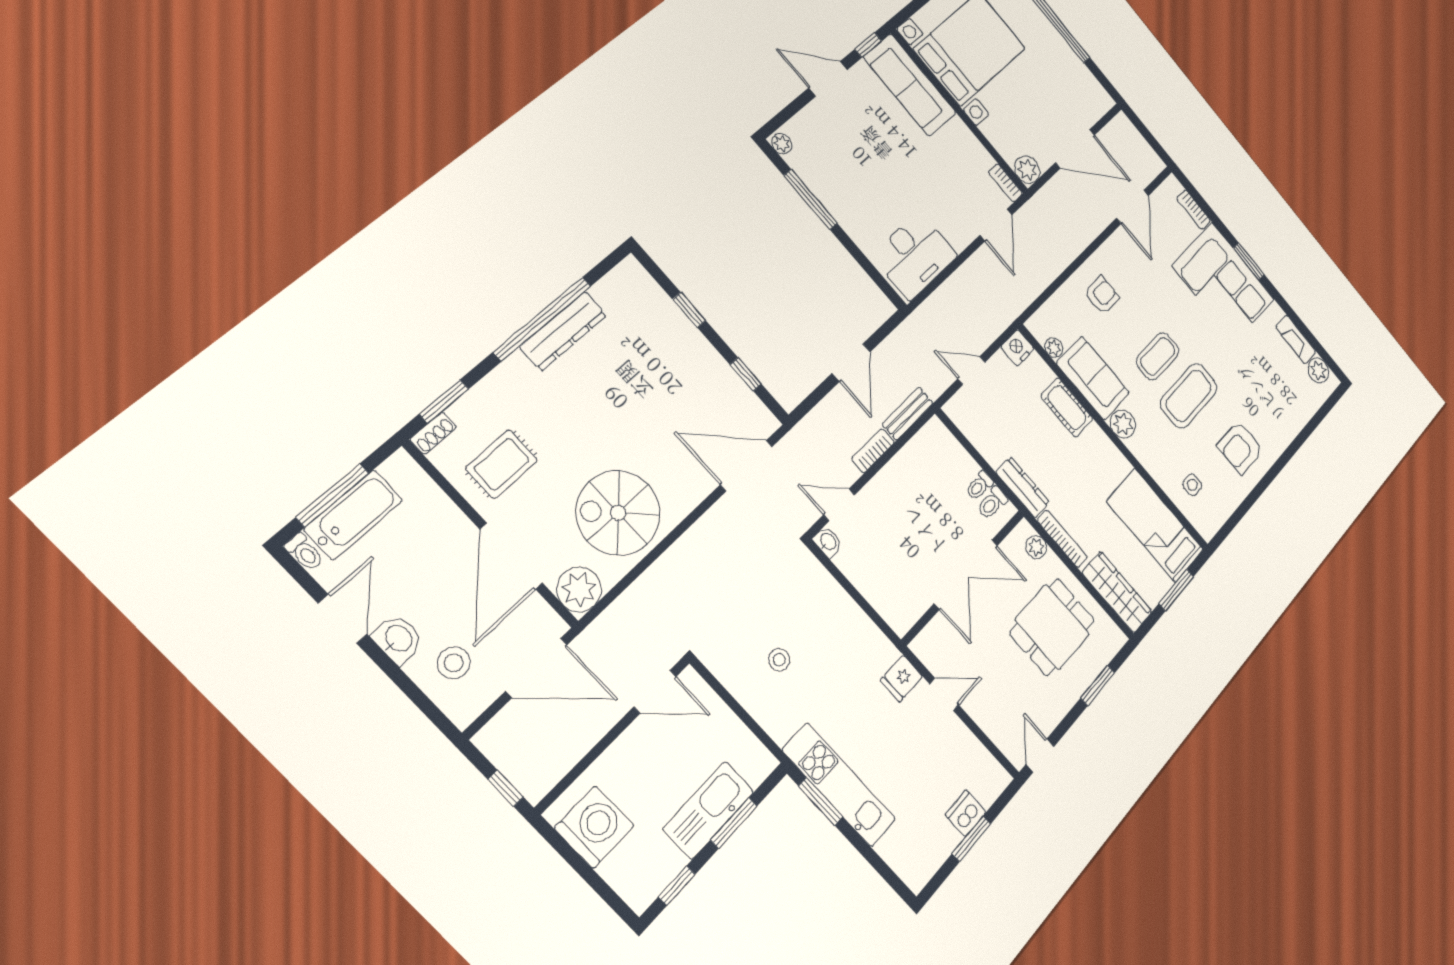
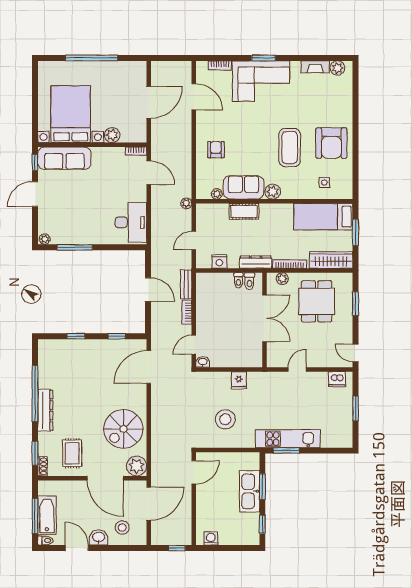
plant: (1027, 170) -> (112, 135), moved
plant: (1006, 315) -> (186, 203), added
dresser: (563, 331) -> (45, 410), moved
nightstand: (1018, 348) -> (219, 262), moved, turned -90
coffee table: (1158, 356) -> (262, 147), removed
armchair: (1240, 447) -> (331, 143), width x1.36, depth x1.36
stool: (779, 660) -> (225, 419), width x1.89, depth x1.89
fridge: (902, 678) -> (239, 380), moved
dishwasher: (966, 813) -> (337, 379), moved, turned -90
washing machine: (594, 827) -> (211, 538), width x0.53, depth x0.53

